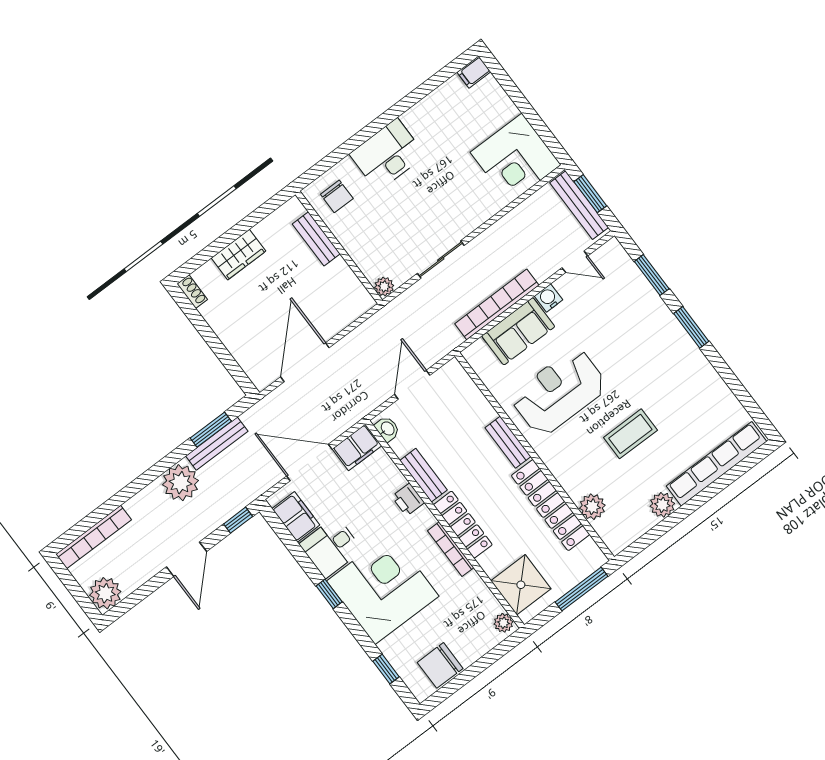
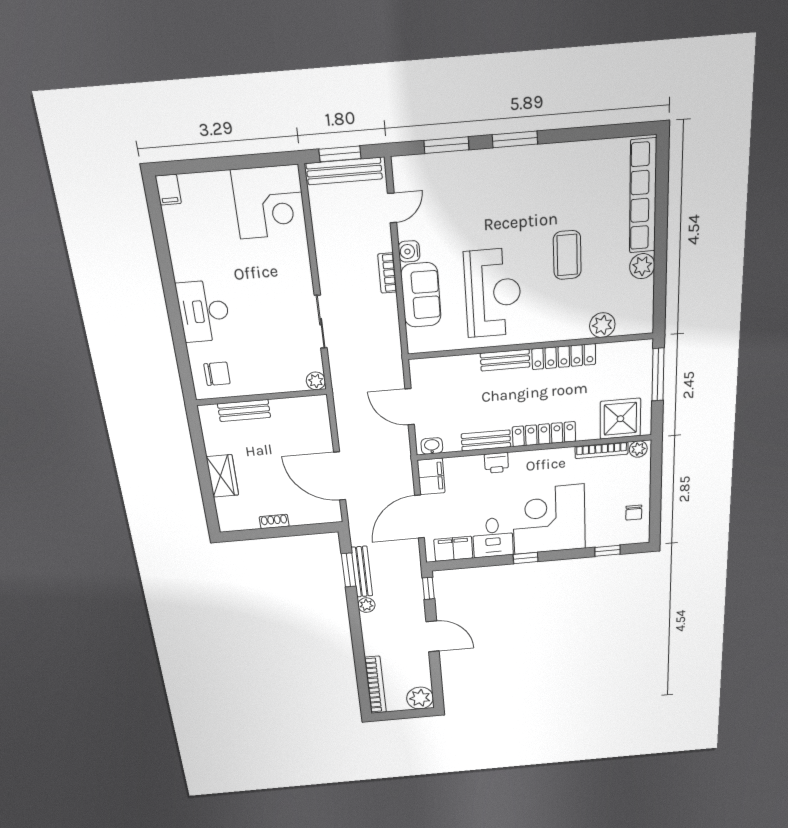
shoe rack: (192, 292) -> (274, 521), moved
bookcase: (497, 304) -> (387, 273), width x0.43, depth x0.76
reception desk: (559, 392) -> (493, 293), turned 180
plant: (181, 483) -> (366, 605), width x0.53, depth x0.53
locker: (551, 505) -> (564, 357), width x0.71, depth x0.83
bookcase: (451, 549) -> (602, 450), moved
chair: (440, 665) -> (634, 513), width x0.54, depth x0.54

